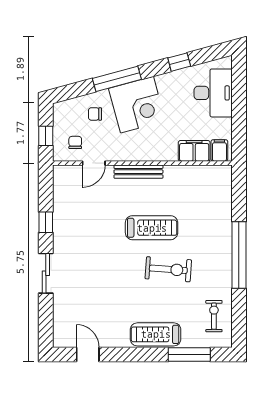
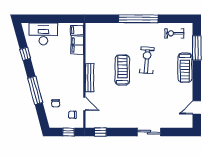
corner desk: (137, 105) -> (50, 79), removed
window: (46, 222) -> (100, 132), moved

